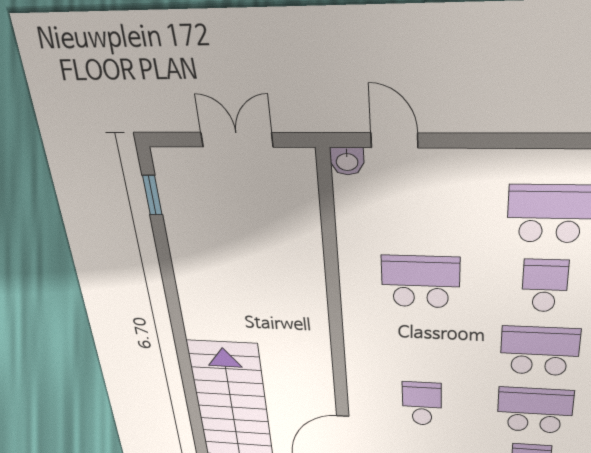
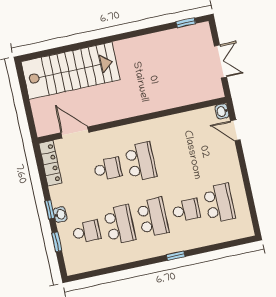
door: (394, 140) -> (235, 130), swing flipped
school desk: (420, 282) -> (141, 161), moved

